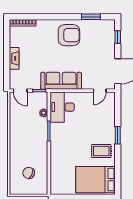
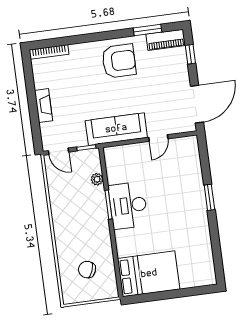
piano: (102, 25) -> (166, 40), added
door: (100, 91) -> (158, 138), moved
desk: (62, 107) -> (128, 206), moved
rug: (101, 151) -> (188, 223), removed
bed: (96, 180) -> (149, 274), moved, turned 180

